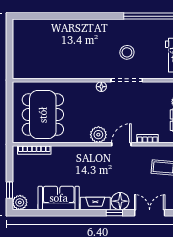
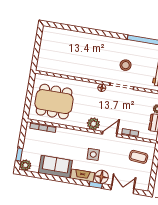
dining table: (43, 115) -> (54, 102), turned 90
side table: (105, 174) -> (93, 154), added

